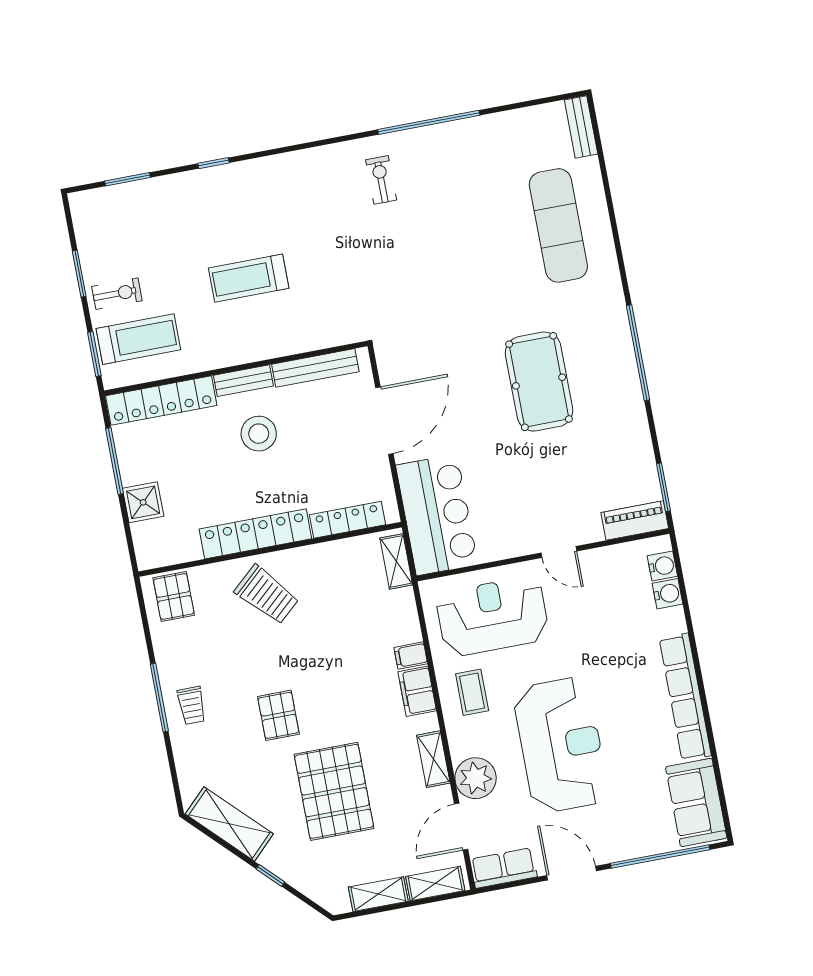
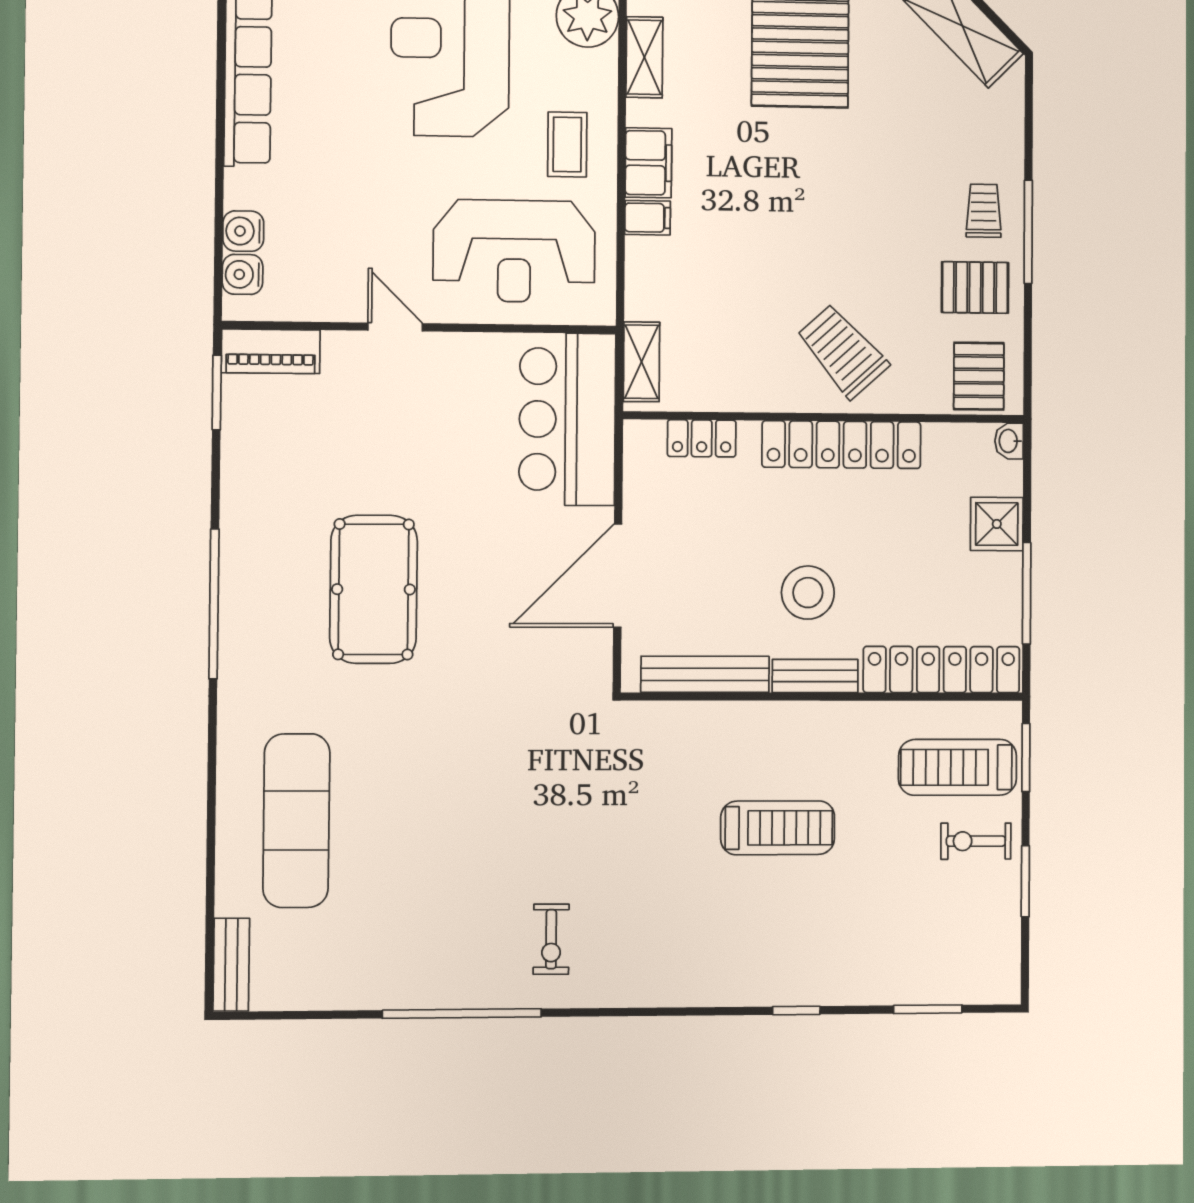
locker: (347, 520) -> (702, 438), width x0.66
washbasin: (145, 558) -> (1009, 441), added
pallet: (278, 715) -> (975, 287), moved, turned 90

